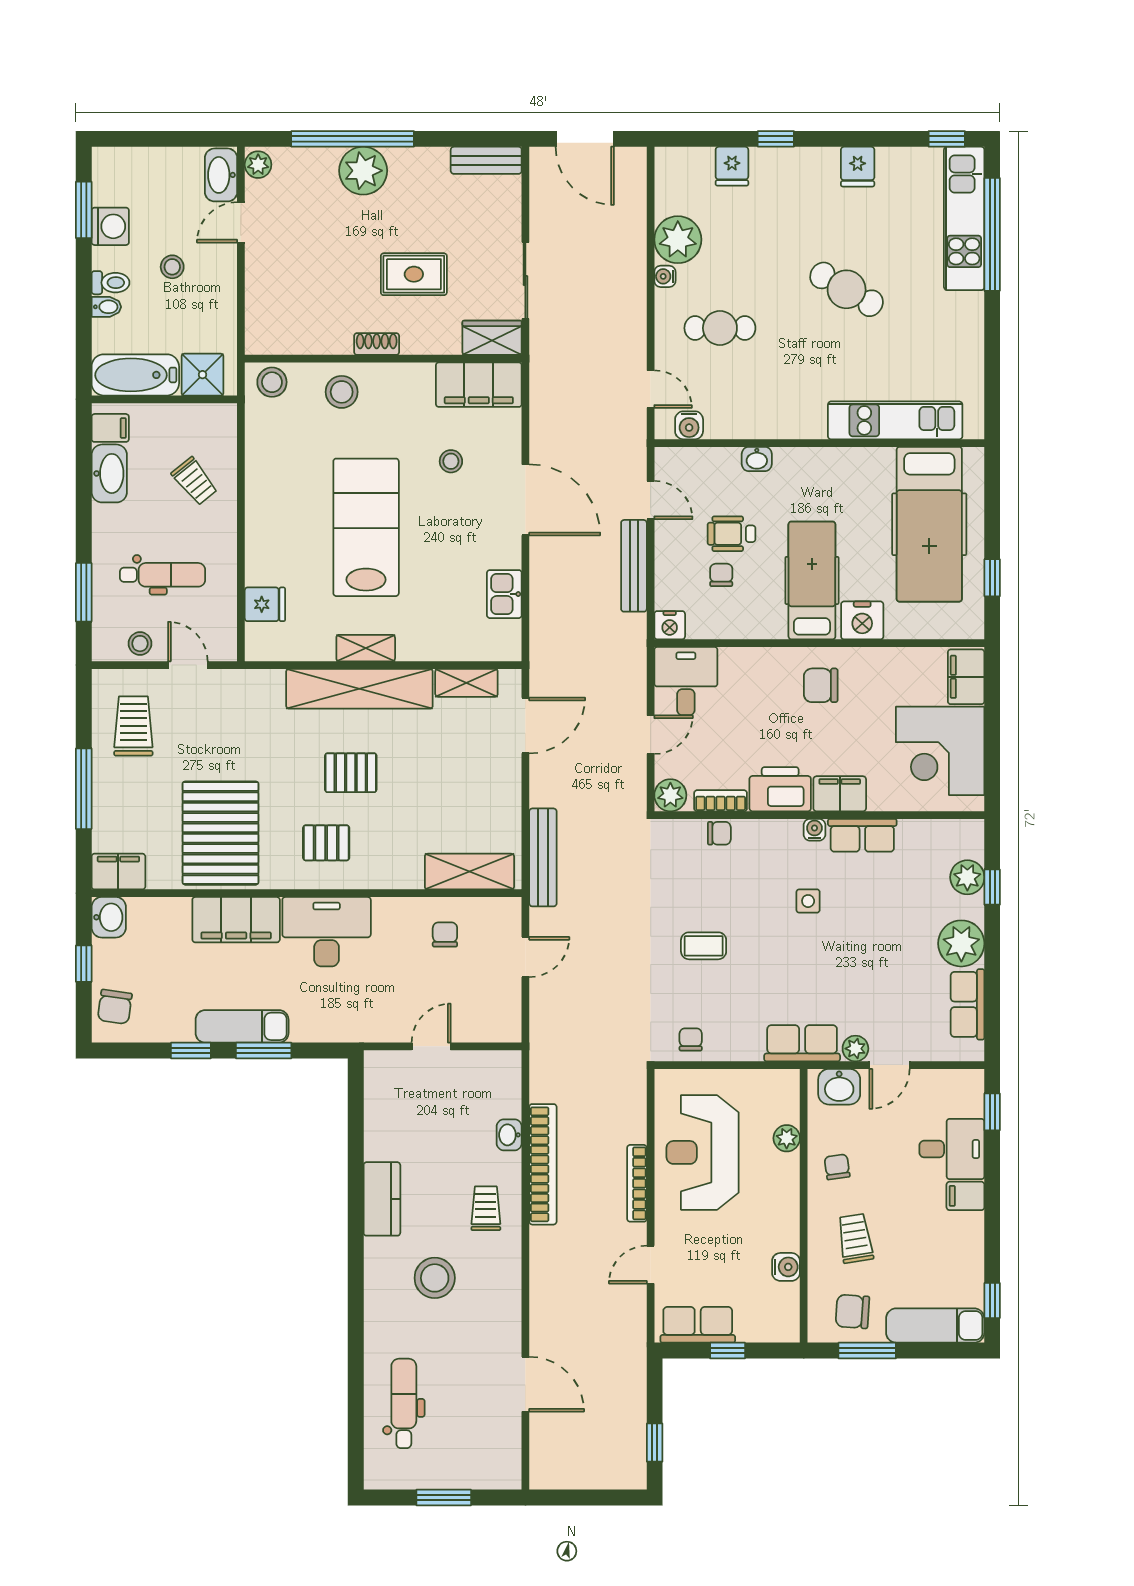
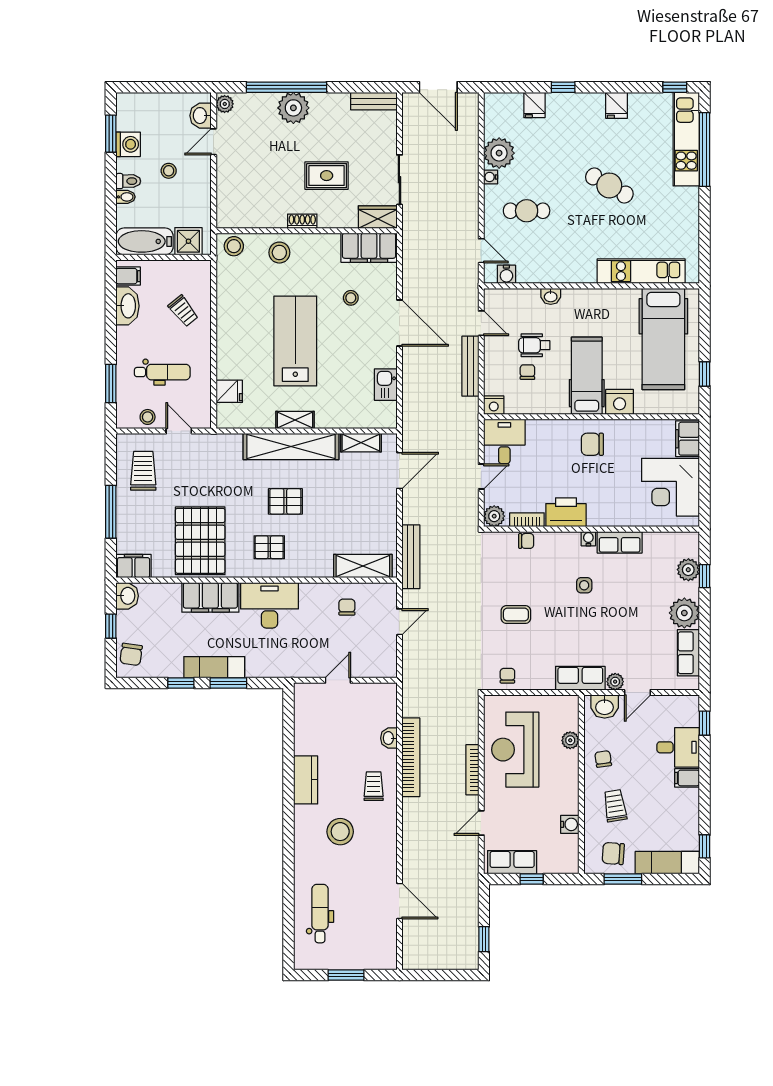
washbasin: (221, 175) -> (201, 116), width x0.72
filing cabinet: (840, 794) -> (605, 515), removed

